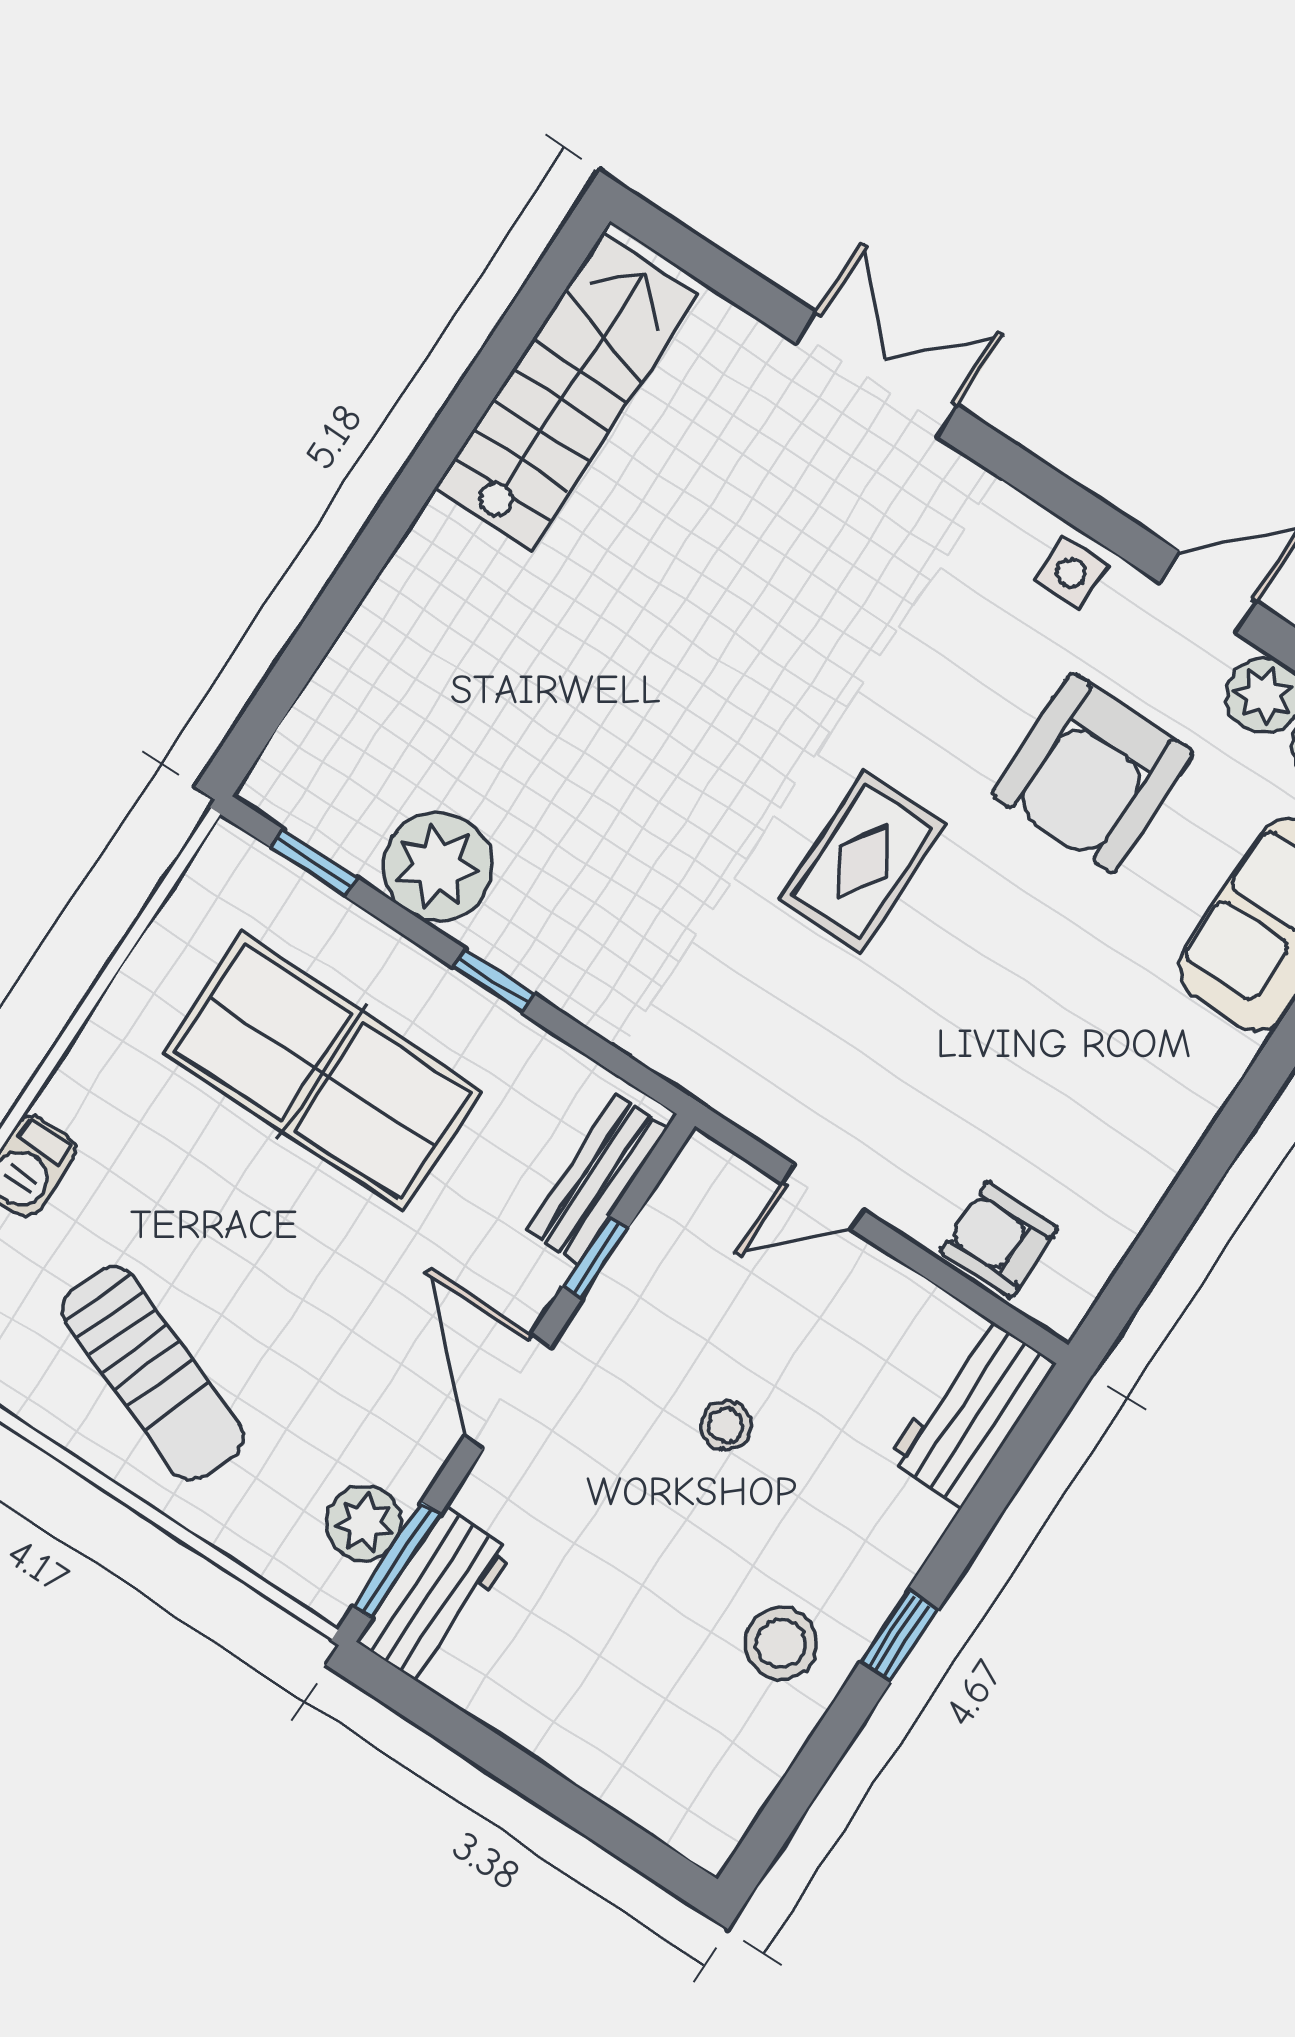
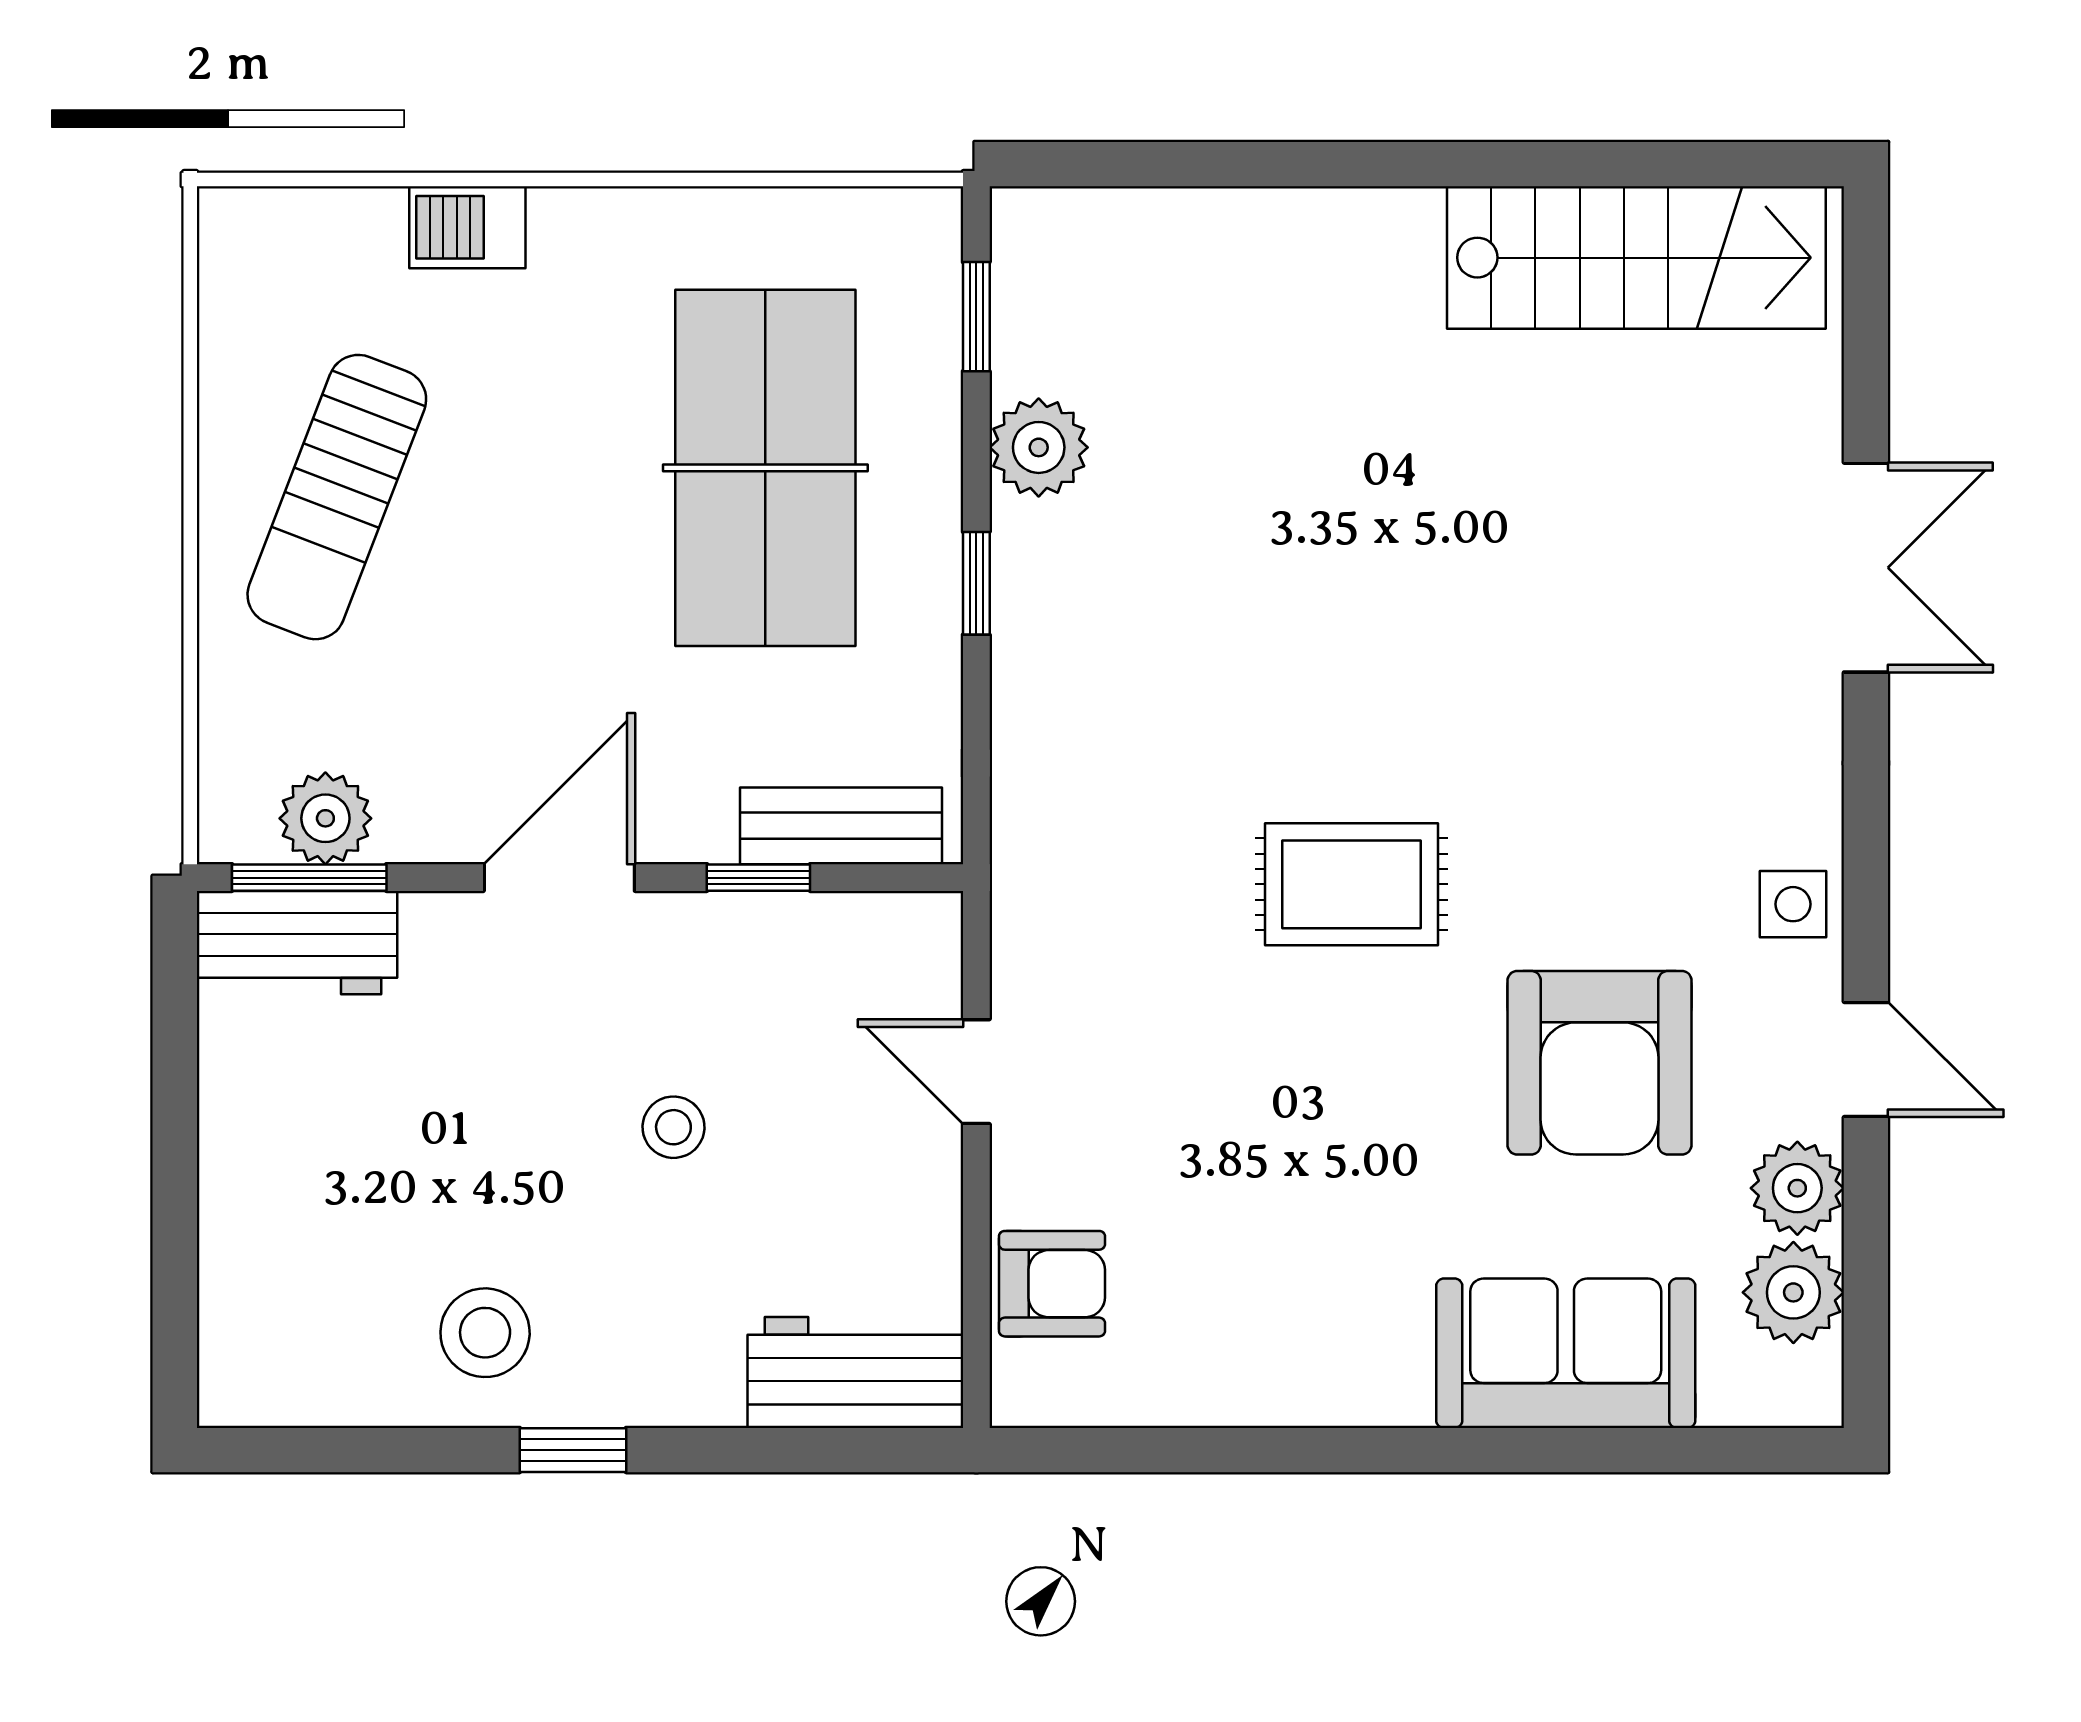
armchair: (1092, 773) -> (1600, 1063), turned -90
plant: (438, 867) -> (1039, 447), width x0.73, depth x0.73
armchair: (999, 1240) -> (1052, 1284), turned 90

